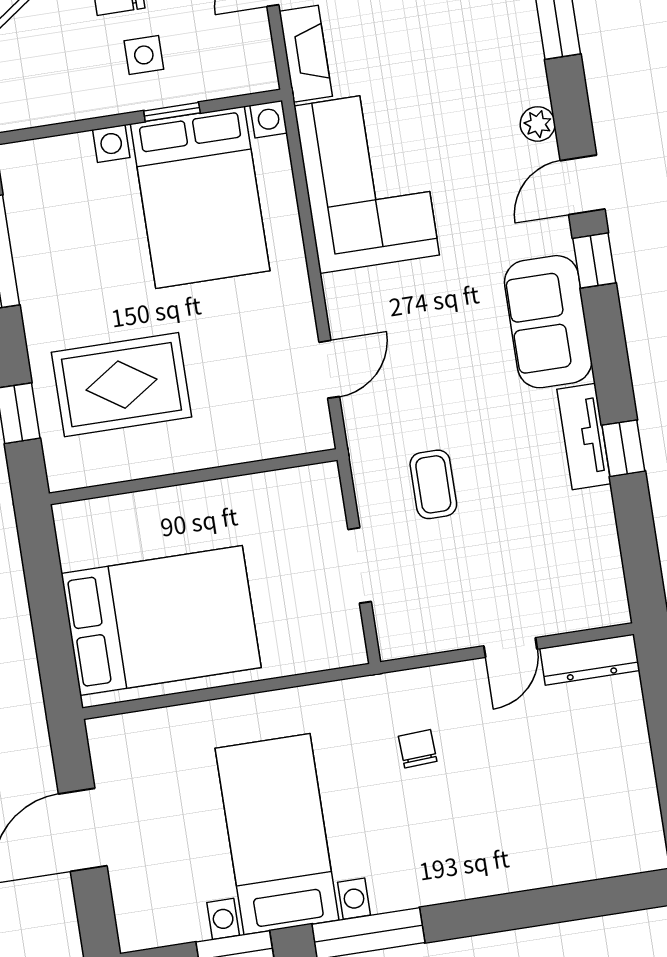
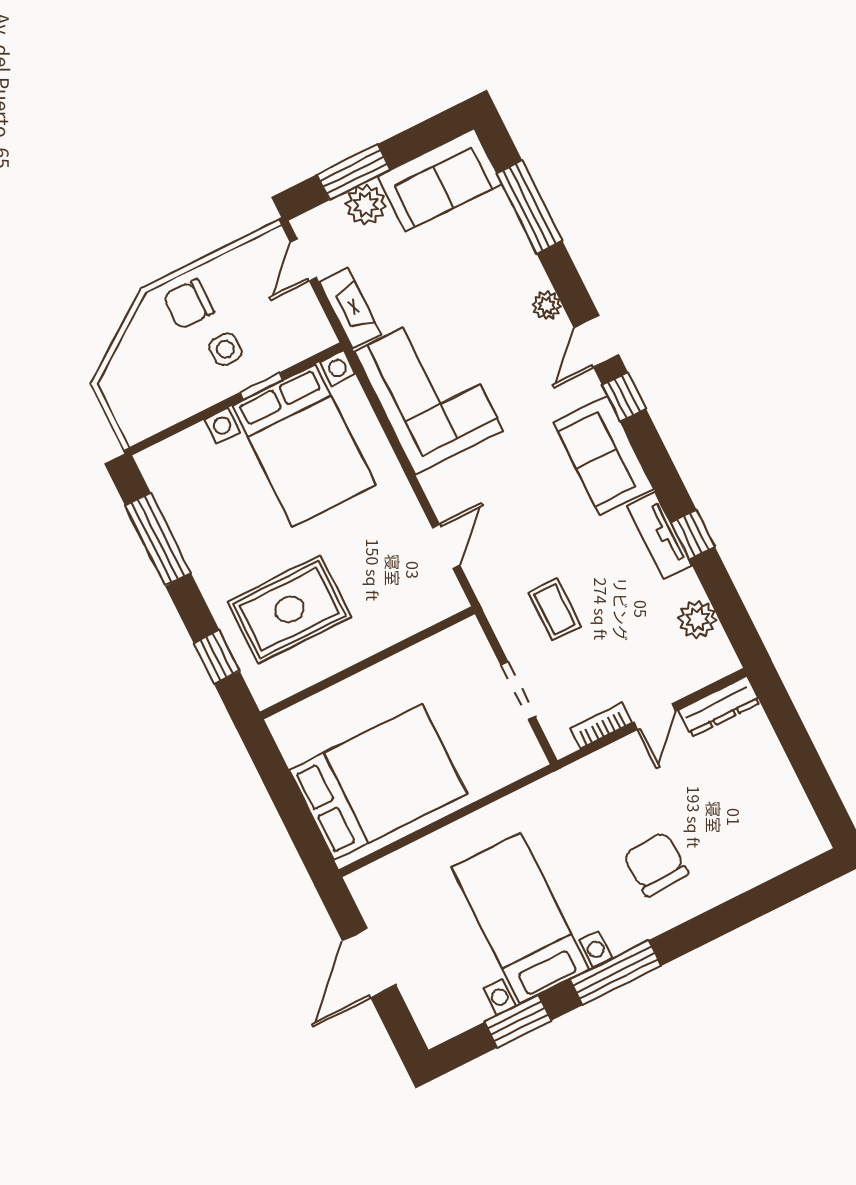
plant: (597, 549) -> (697, 619), added
bookcase: (444, 638) -> (601, 725), added
chair: (418, 749) -> (656, 864), moved, width x1.87, depth x1.87

